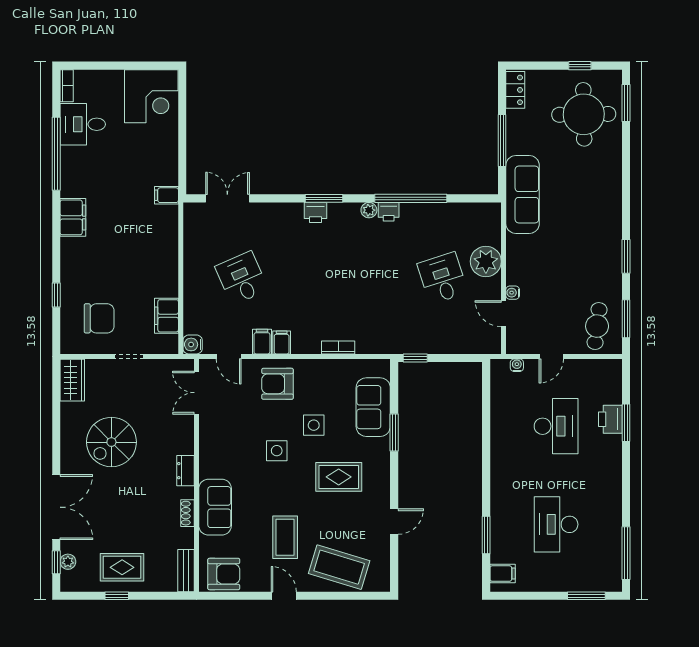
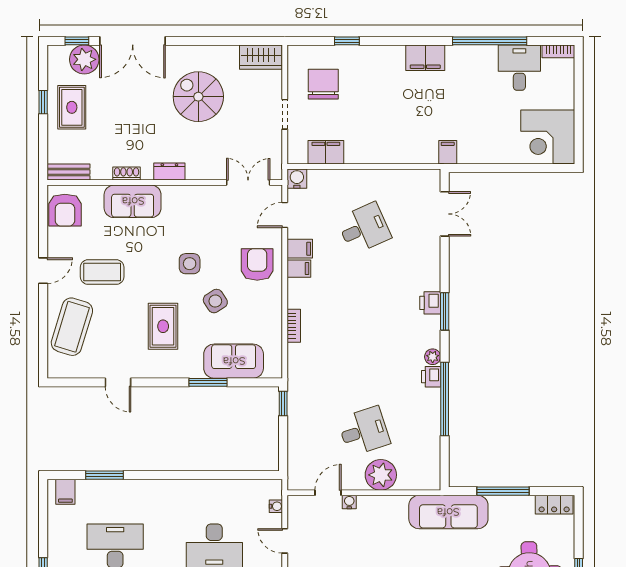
chair: (99, 318) -> (323, 84), turned 180
side table: (314, 425) -> (215, 301), turned -33
plant: (68, 562) -> (84, 59), width x1.87, depth x1.87

